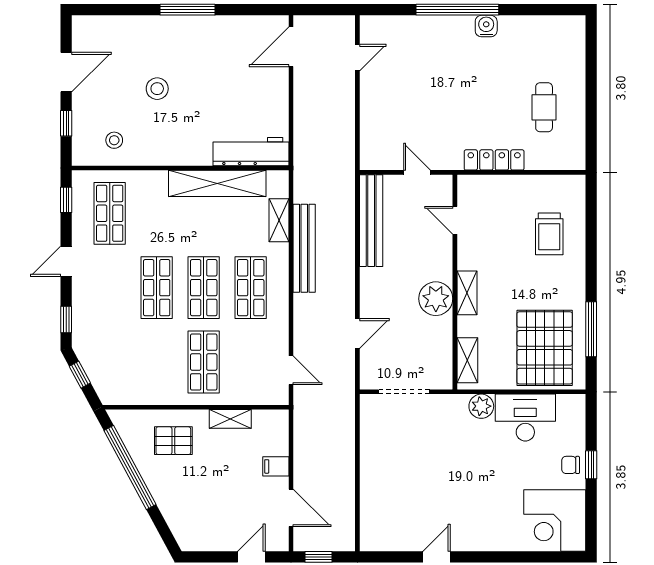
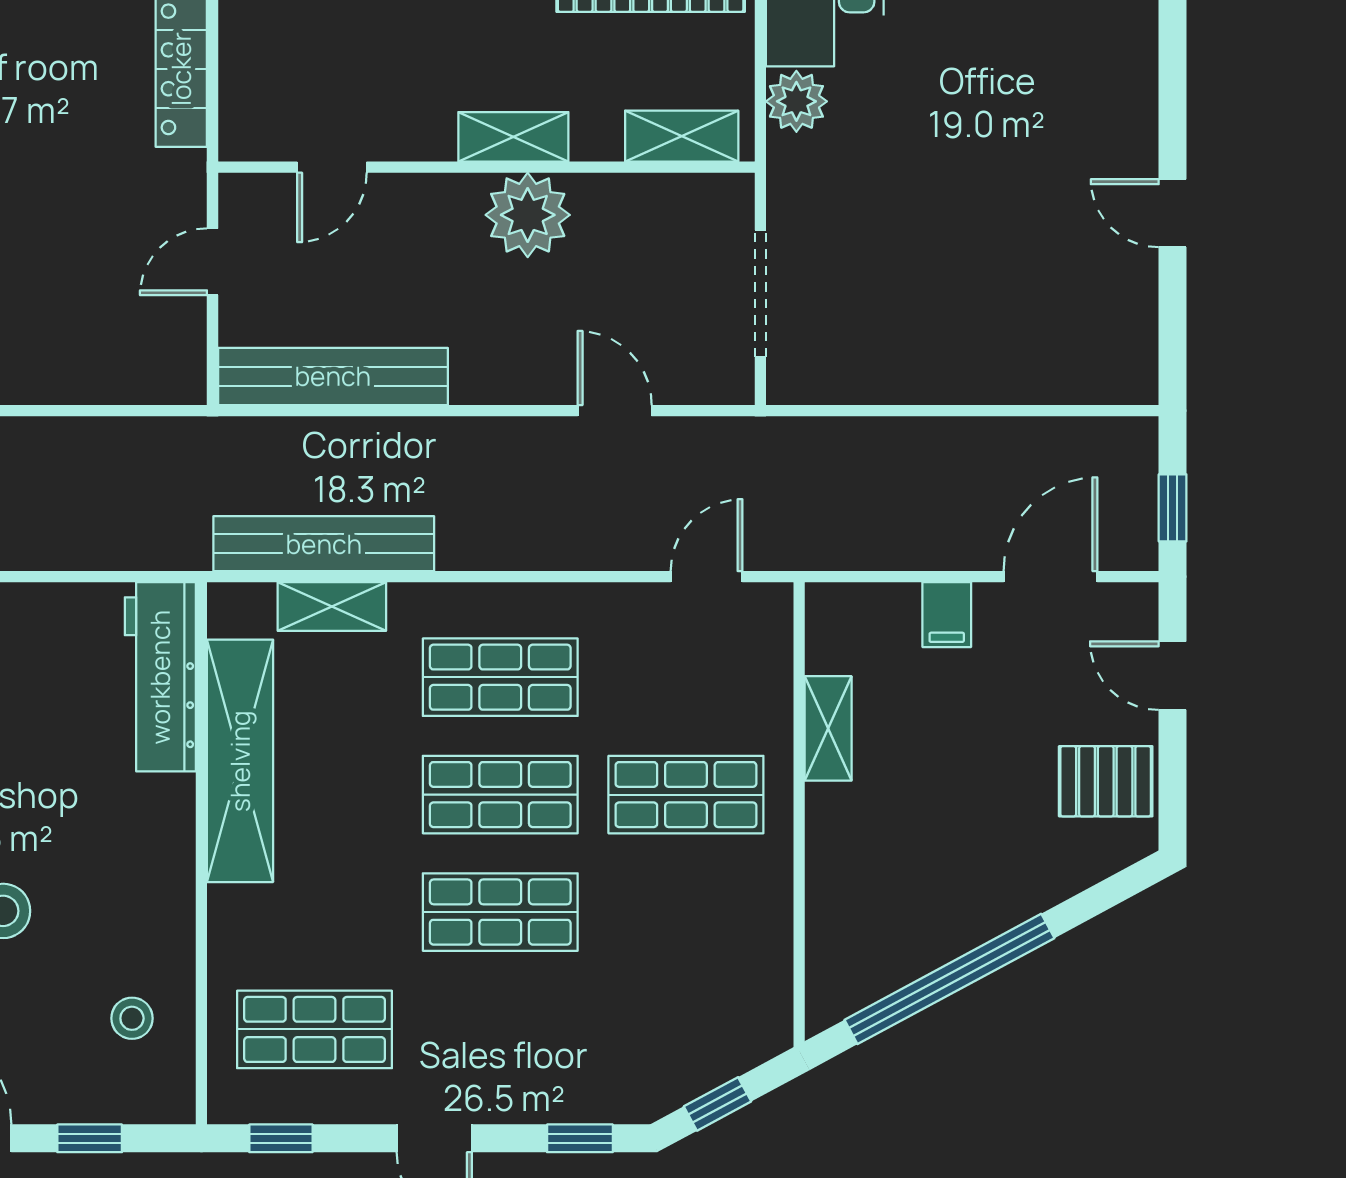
bench: (304, 248) -> (324, 544), moved
pallet: (173, 441) -> (1106, 781), moved, turned 90

